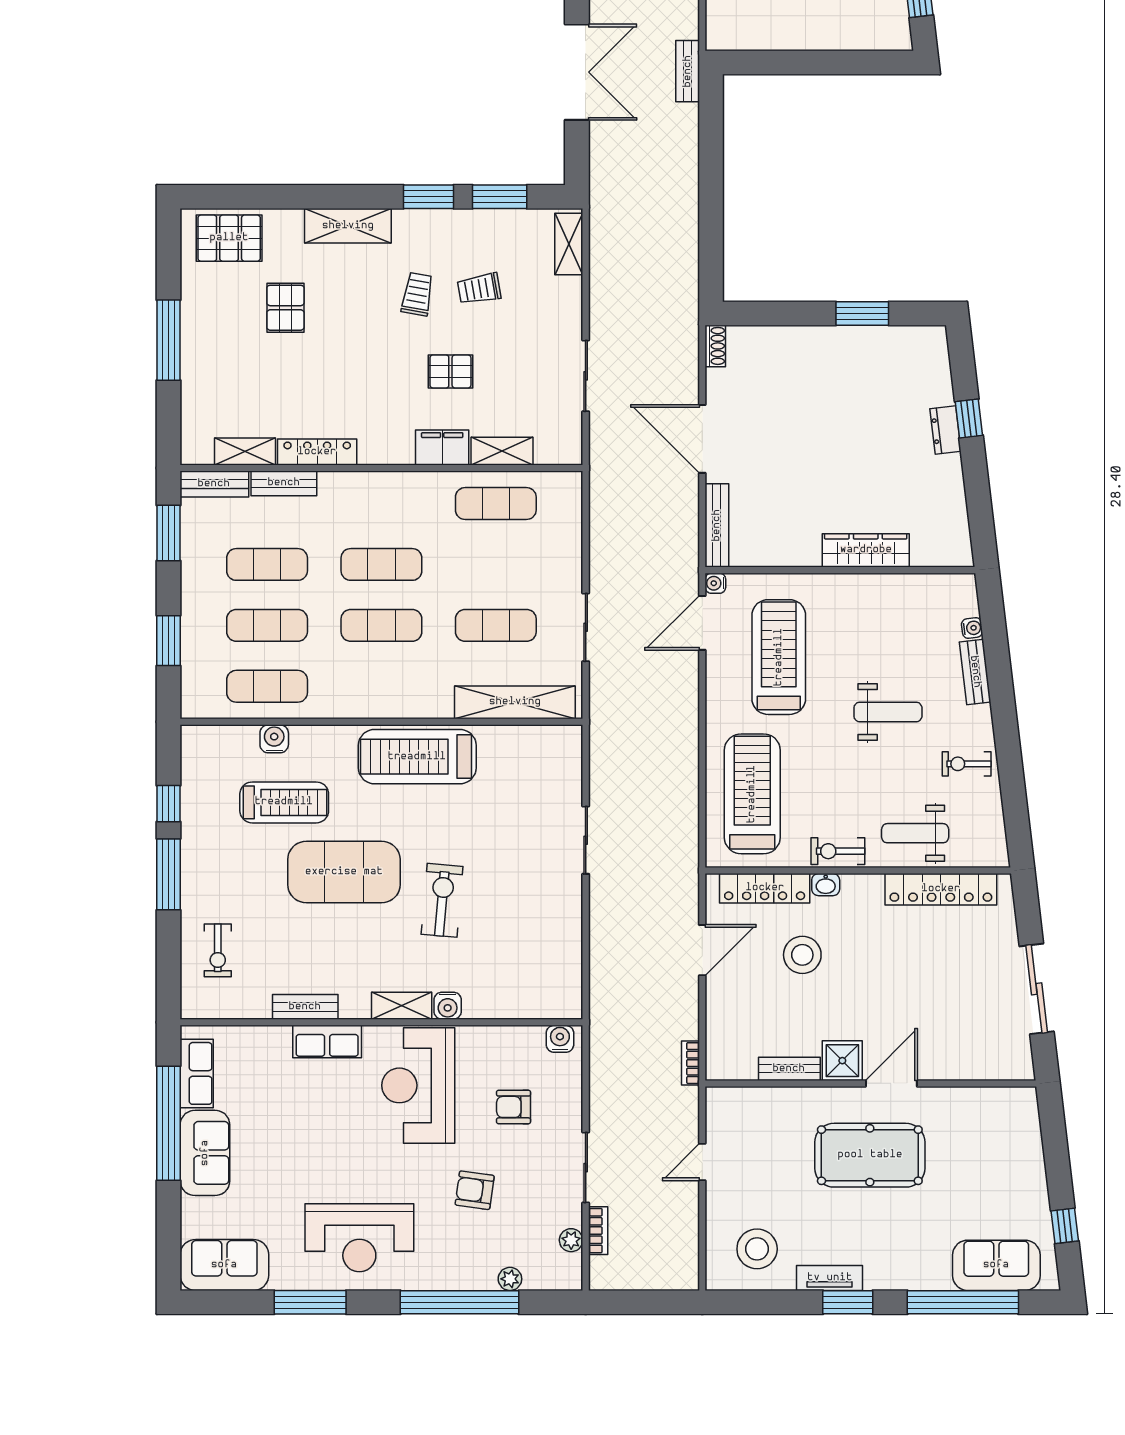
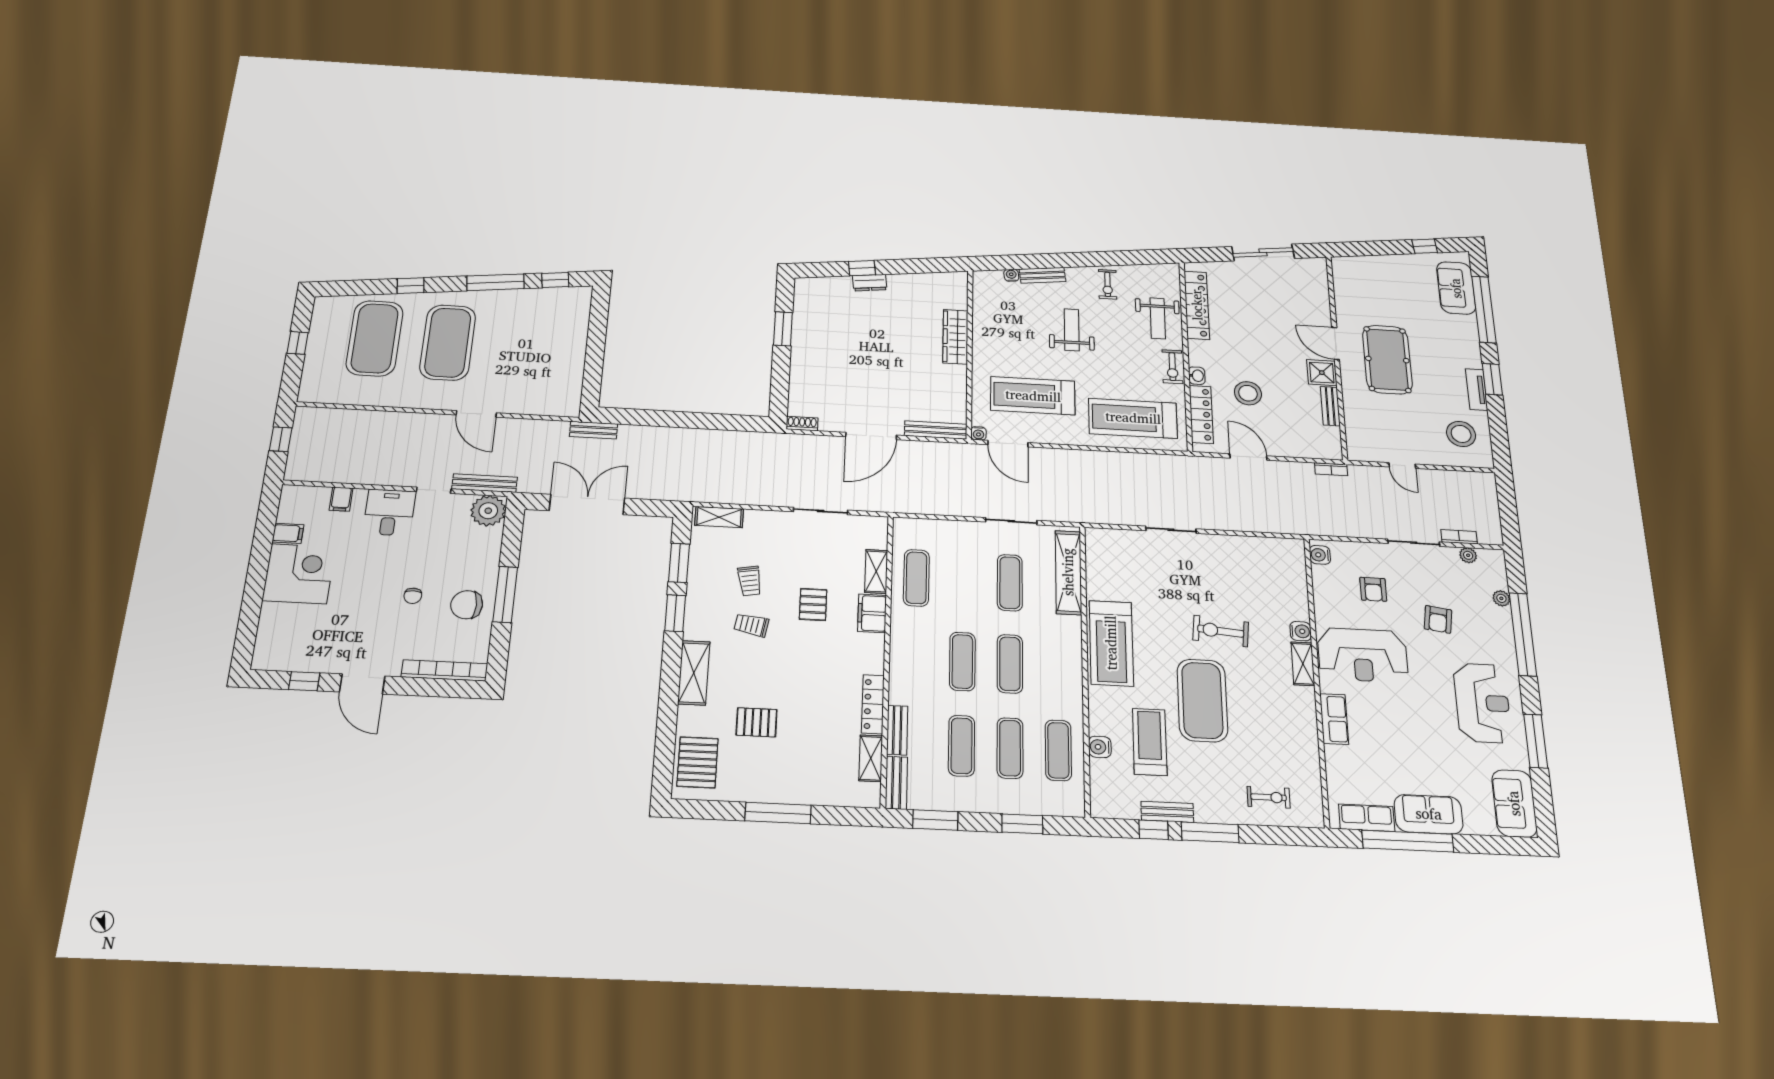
bench: (305, 1007) -> (1167, 812), moved, turned 90

